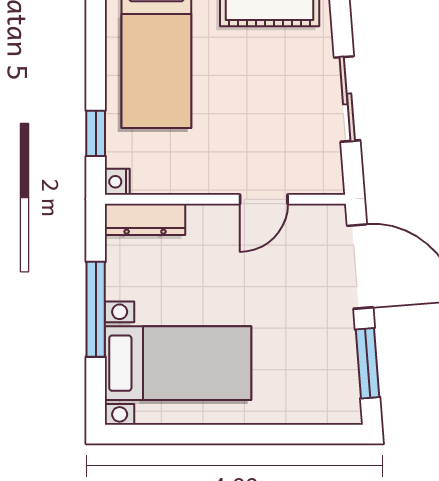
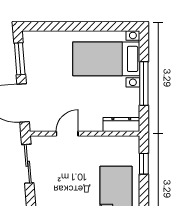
sliding door: (347, 99) -> (28, 164), moved
nightstand: (117, 182) -> (134, 142), removed

